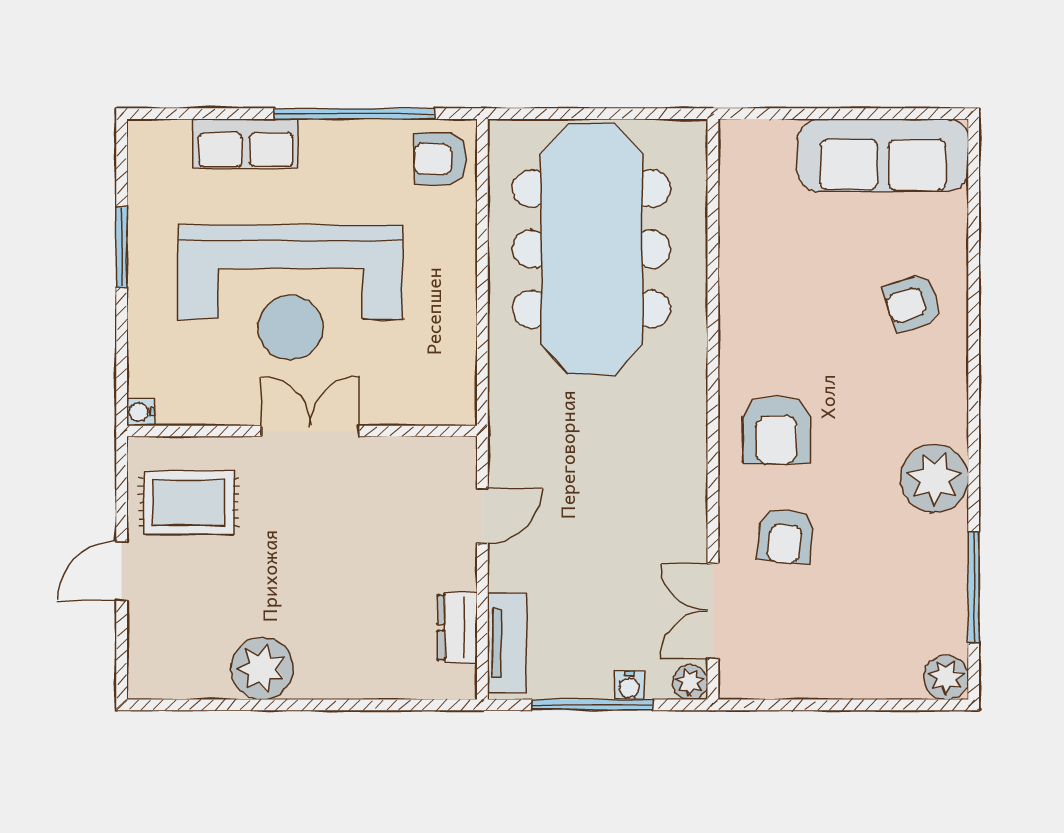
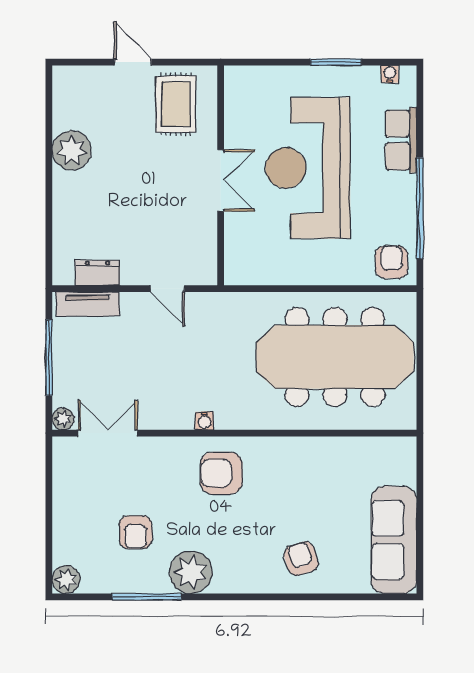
water cooler: (141, 412) -> (390, 74), moved
armchair: (785, 536) -> (136, 532), moved, turned -96
window: (974, 587) -> (147, 597), moved
water cooler: (629, 685) -> (204, 421), moved, turned -90

